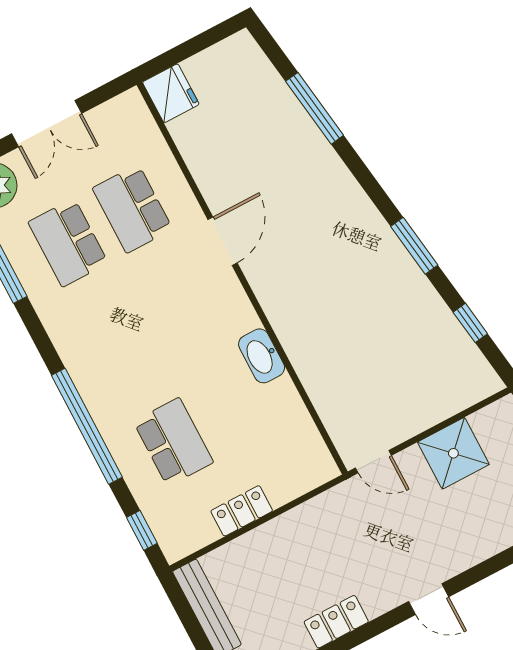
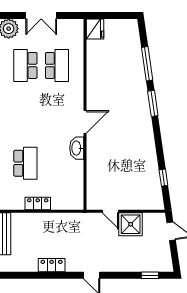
school desk: (133, 209) -> (57, 65), turned 180
door: (223, 241) -> (85, 122), moved
window: (414, 246) -> (153, 103), moved
door: (373, 462) -> (110, 211), moved

